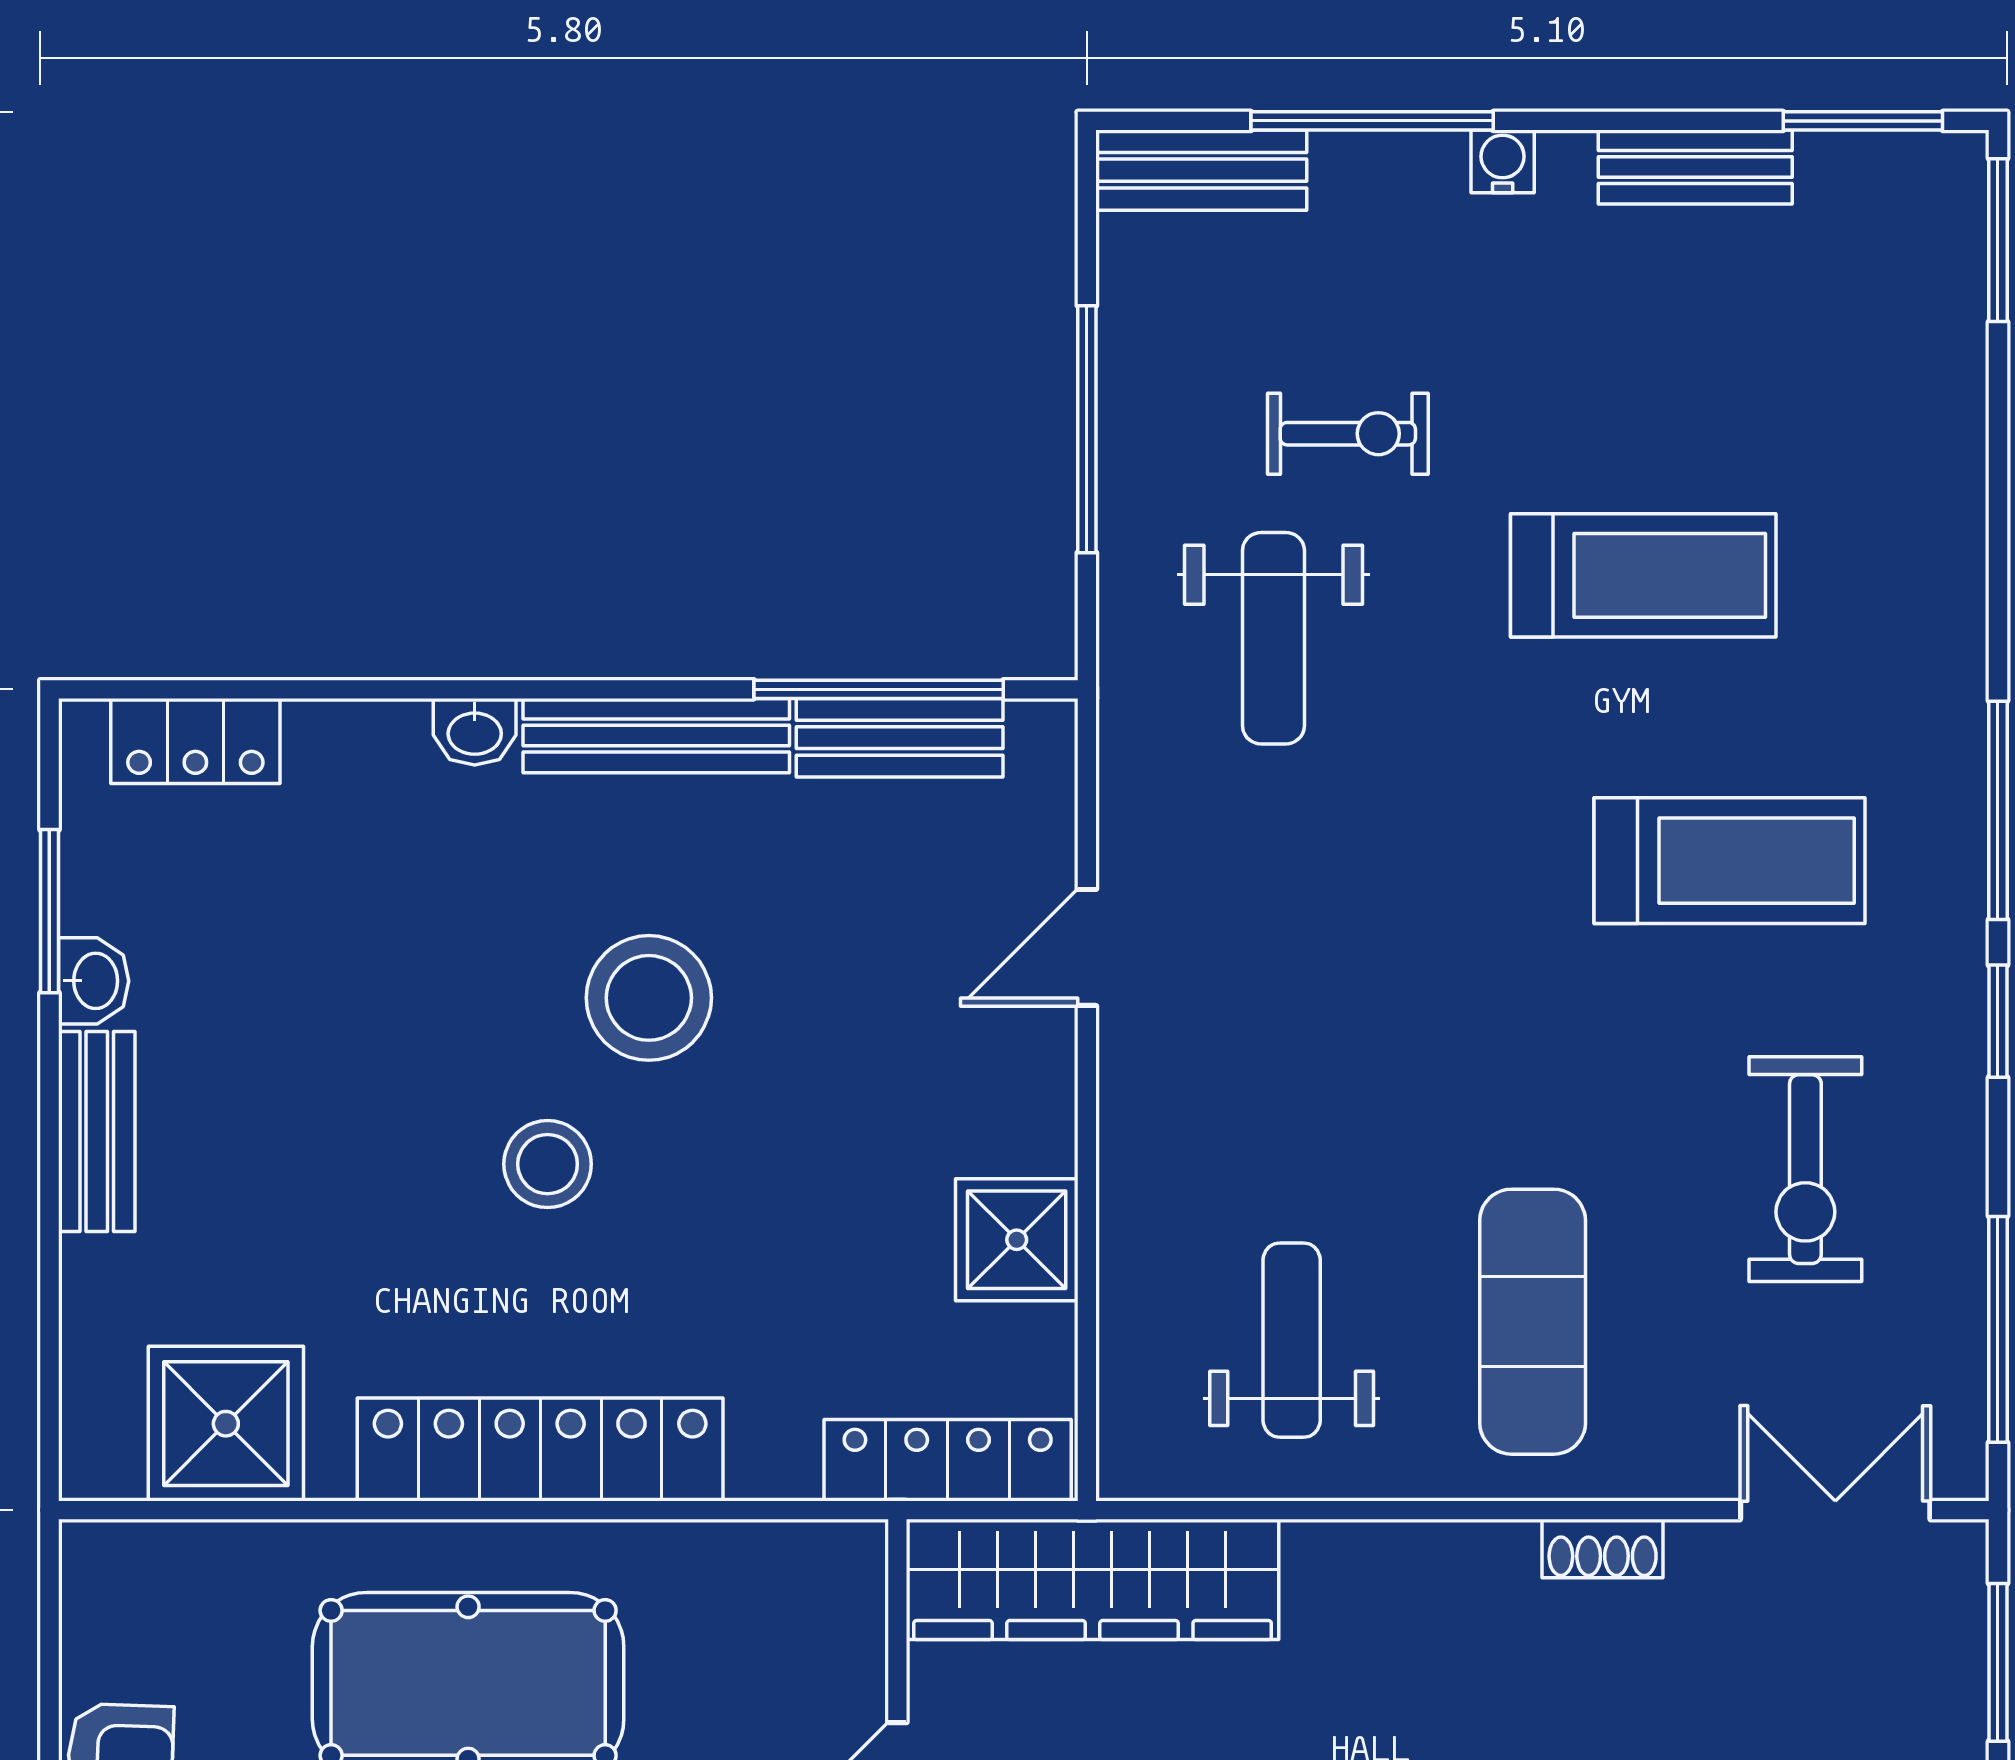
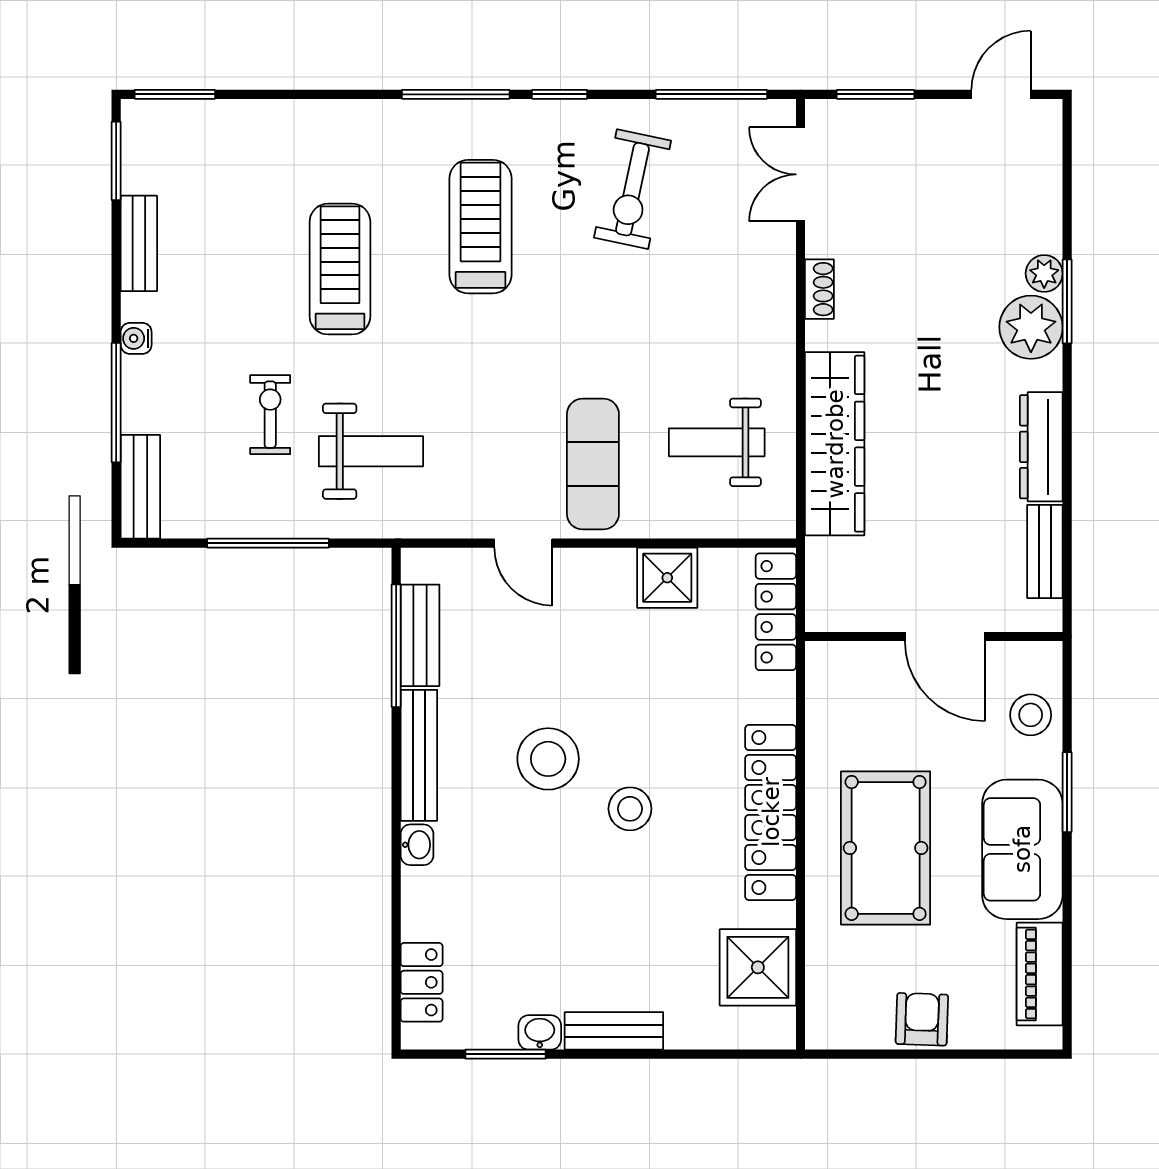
exercise bike: (1805, 1169) -> (632, 189), turned 102
exercise mat: (1533, 1322) -> (593, 464), moved, turned 90
wardrobe: (1093, 1579) -> (835, 444), moved

